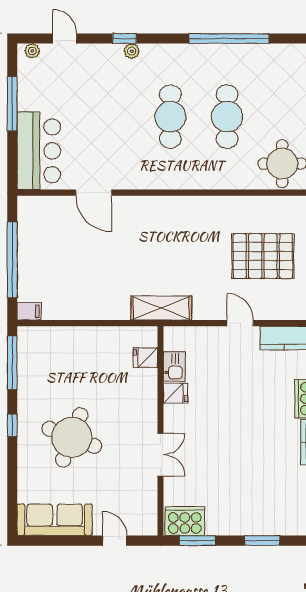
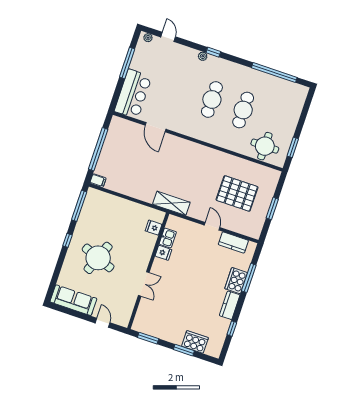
window: (125, 39) -> (213, 52), moved
window: (229, 39) -> (274, 73), moved
cooker: (185, 521) -> (195, 342), moved

